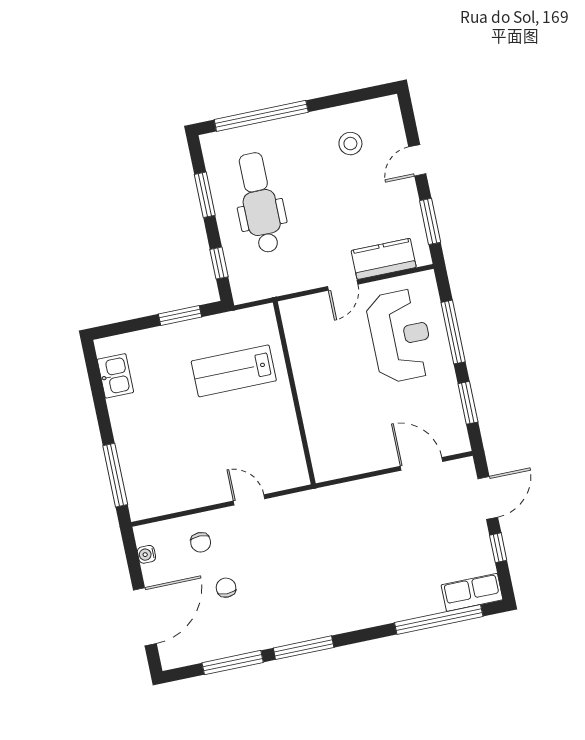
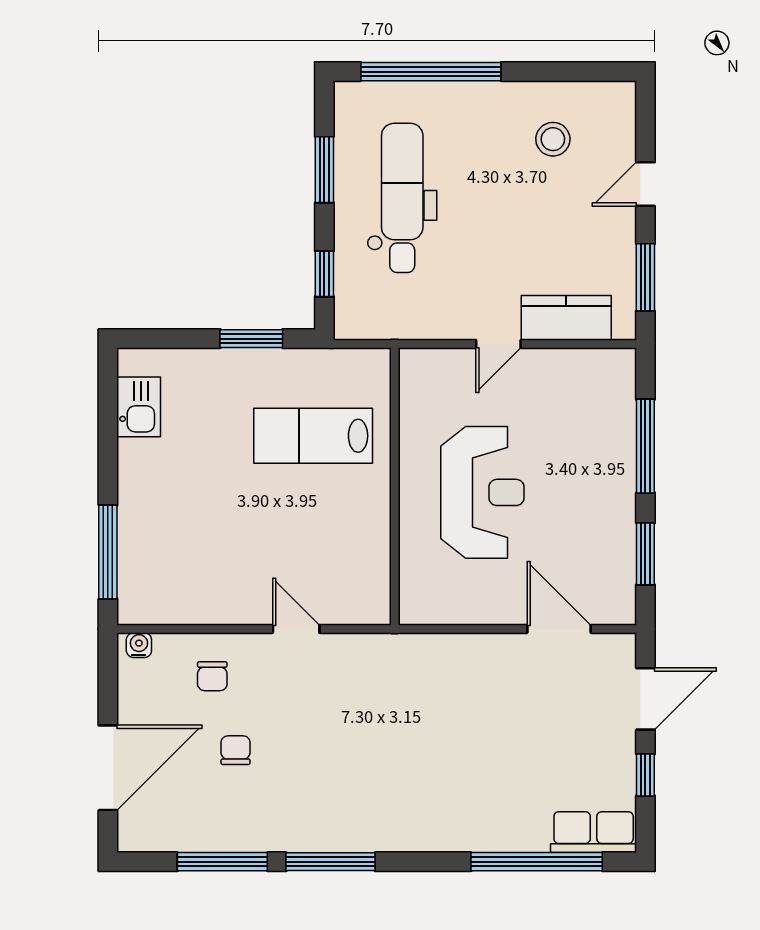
reception desk: (400, 336) -> (482, 492), moved
water cooler: (146, 554) -> (139, 645), moved, turned 90

